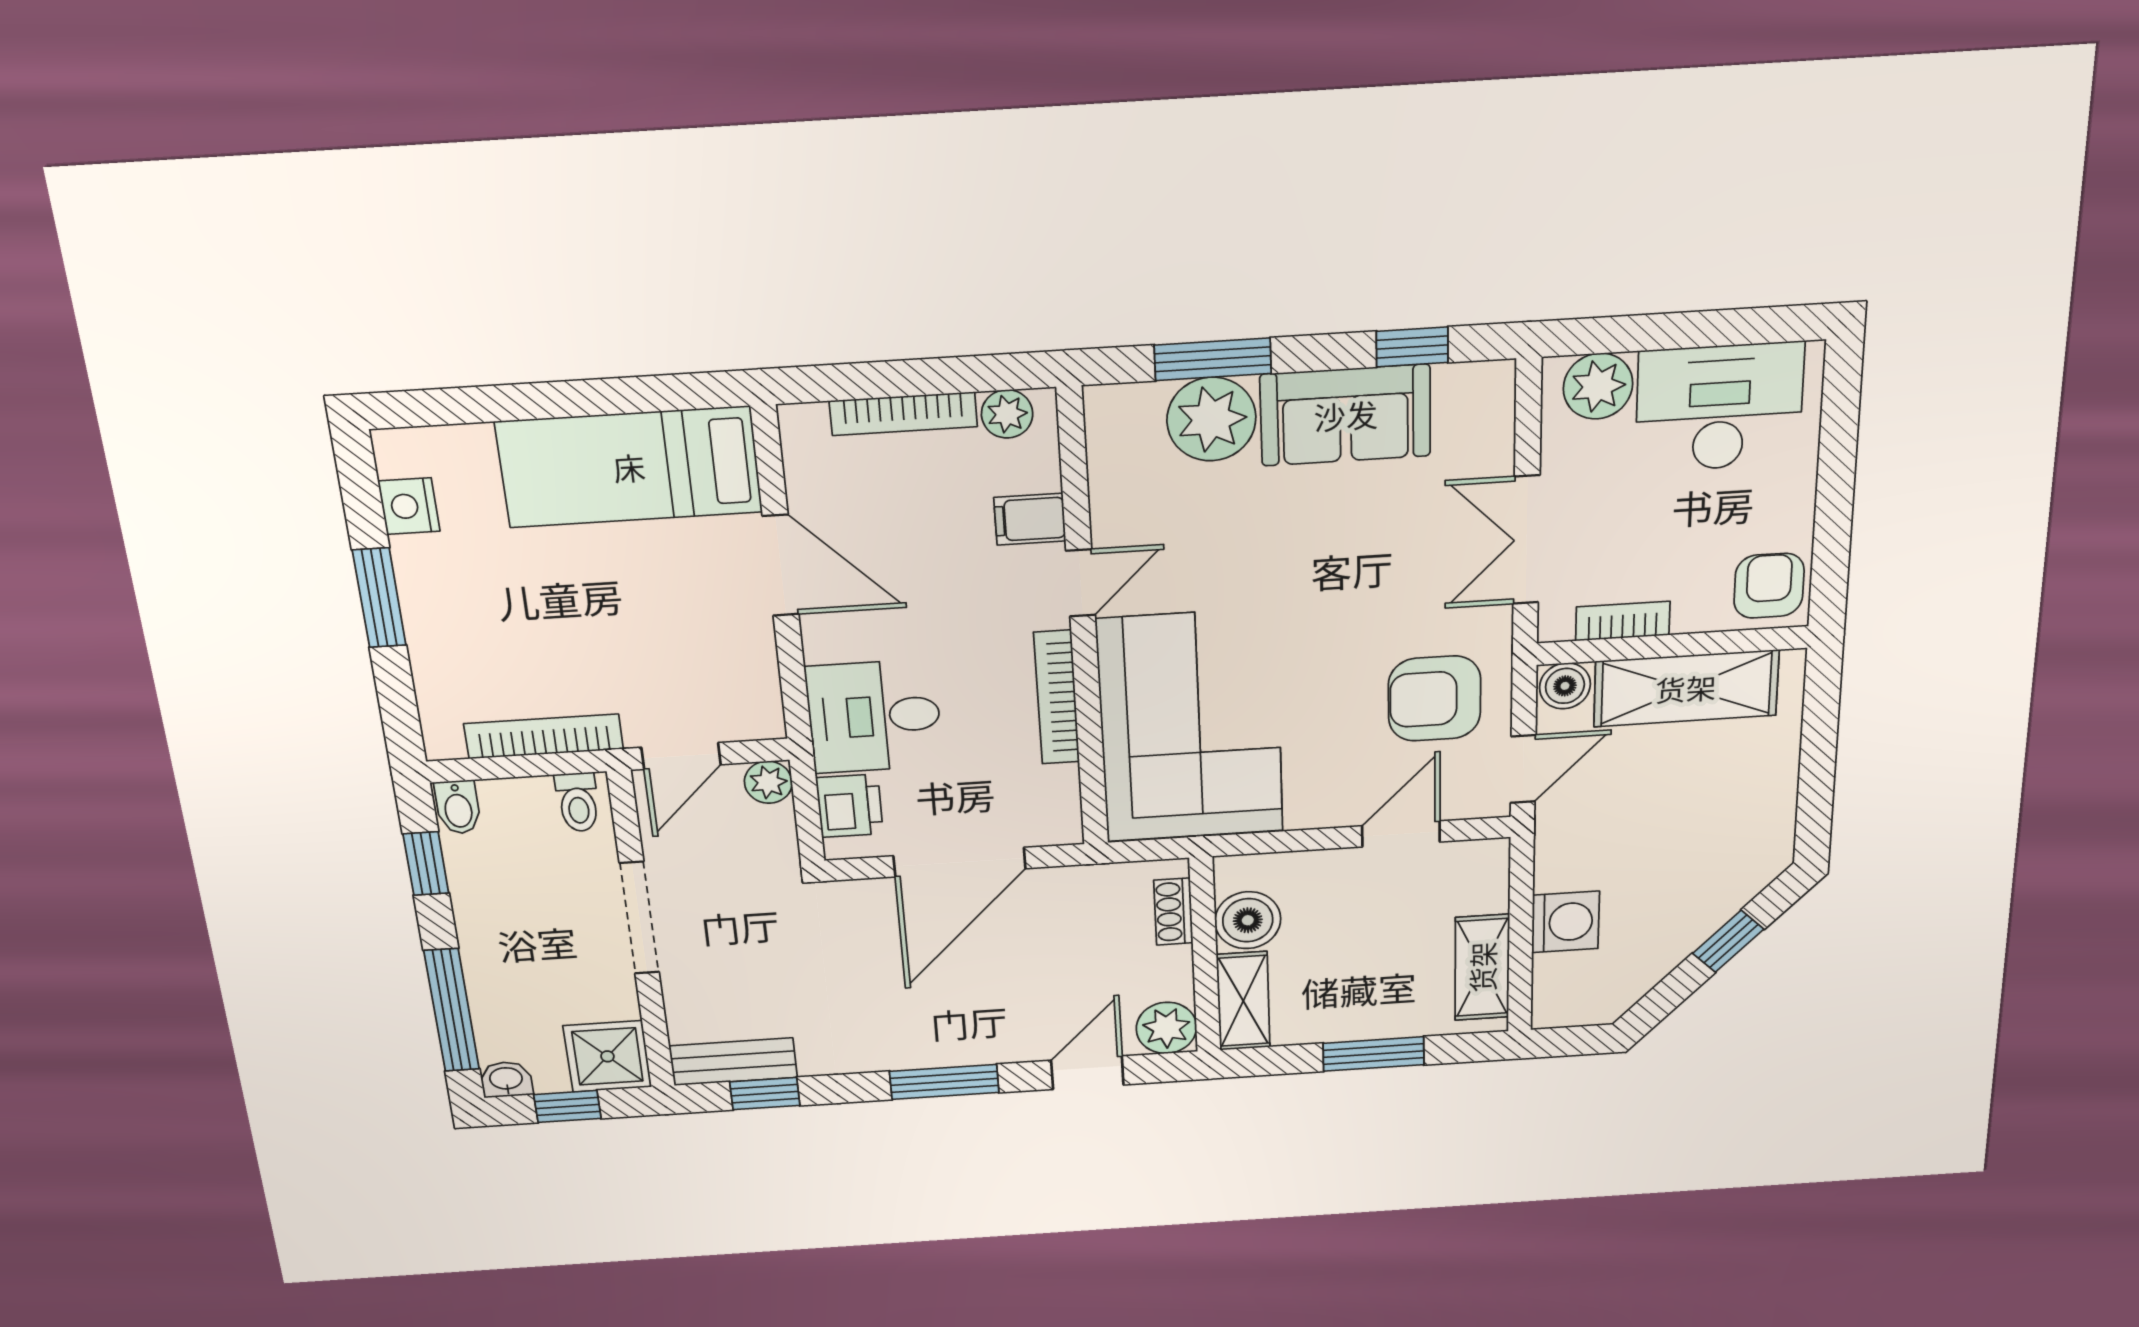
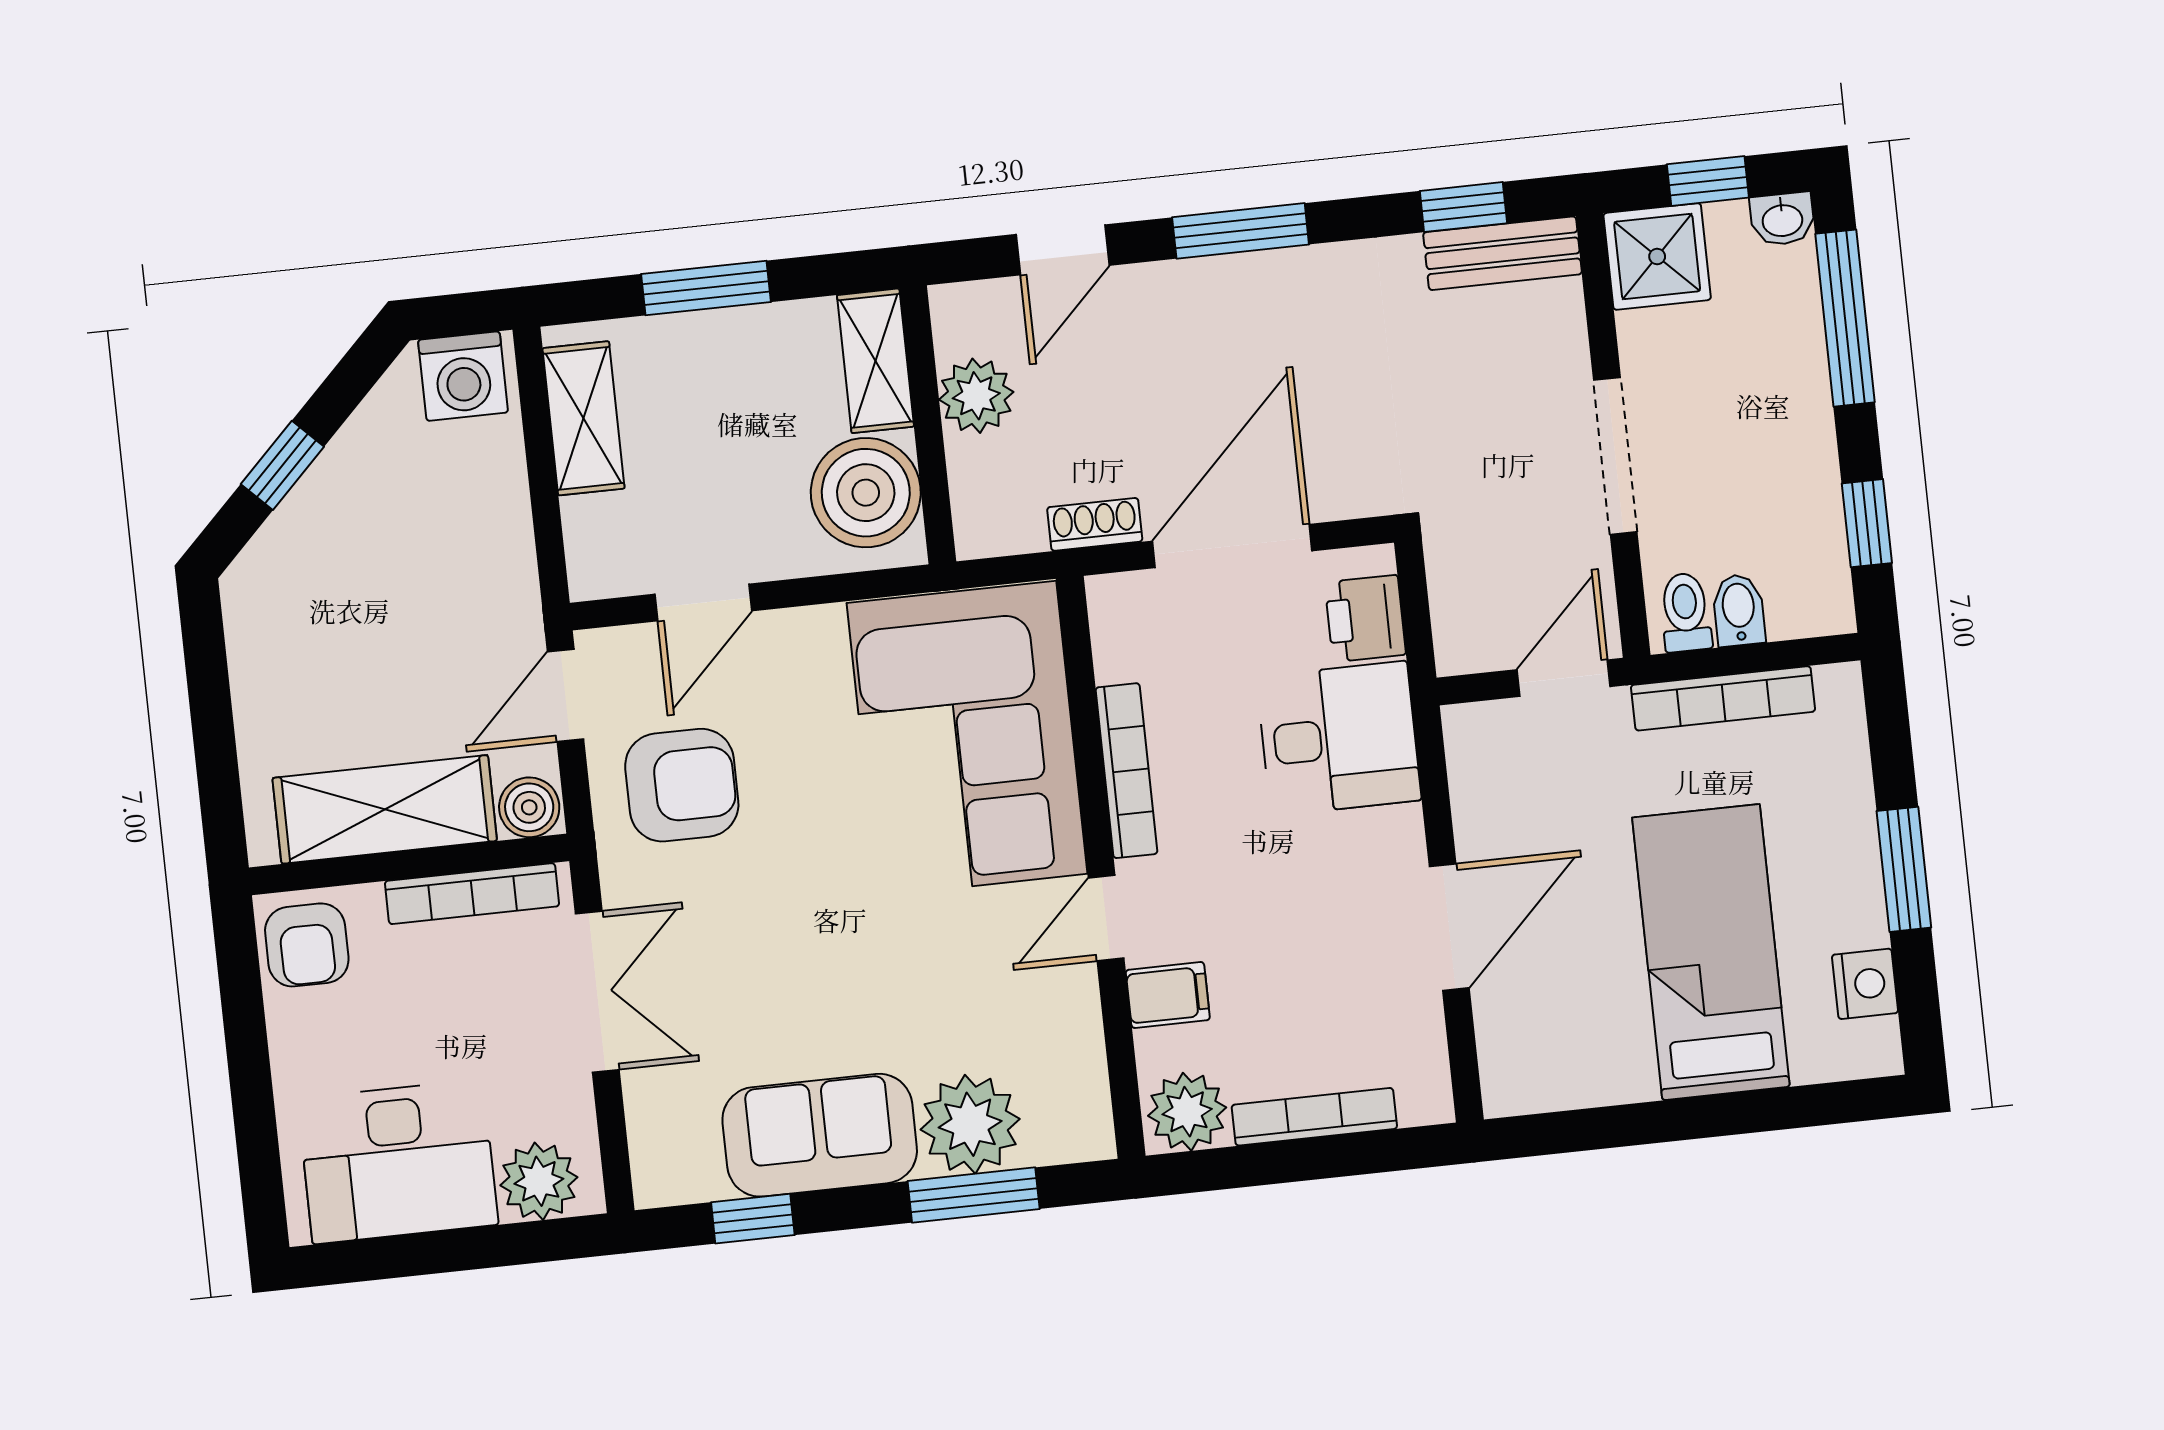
plant: (1007, 414) -> (1187, 1112), width x1.38, depth x1.38
bed: (629, 467) -> (1711, 952), moved, turned -90
door: (781, 565) -> (1449, 927), swing flipped
bookcase: (1623, 621) -> (472, 894), width x1.56
plant: (768, 782) -> (1461, 647), removed
bidet: (458, 807) -> (1739, 610), moved
shoe rack: (1173, 912) -> (1095, 524), moved, turned -90
boiler: (1248, 920) -> (866, 493), width x1.37, depth x1.37
washing machine: (1565, 922) -> (463, 376), moved, turned -90
plant: (1166, 1028) -> (976, 396), moved

